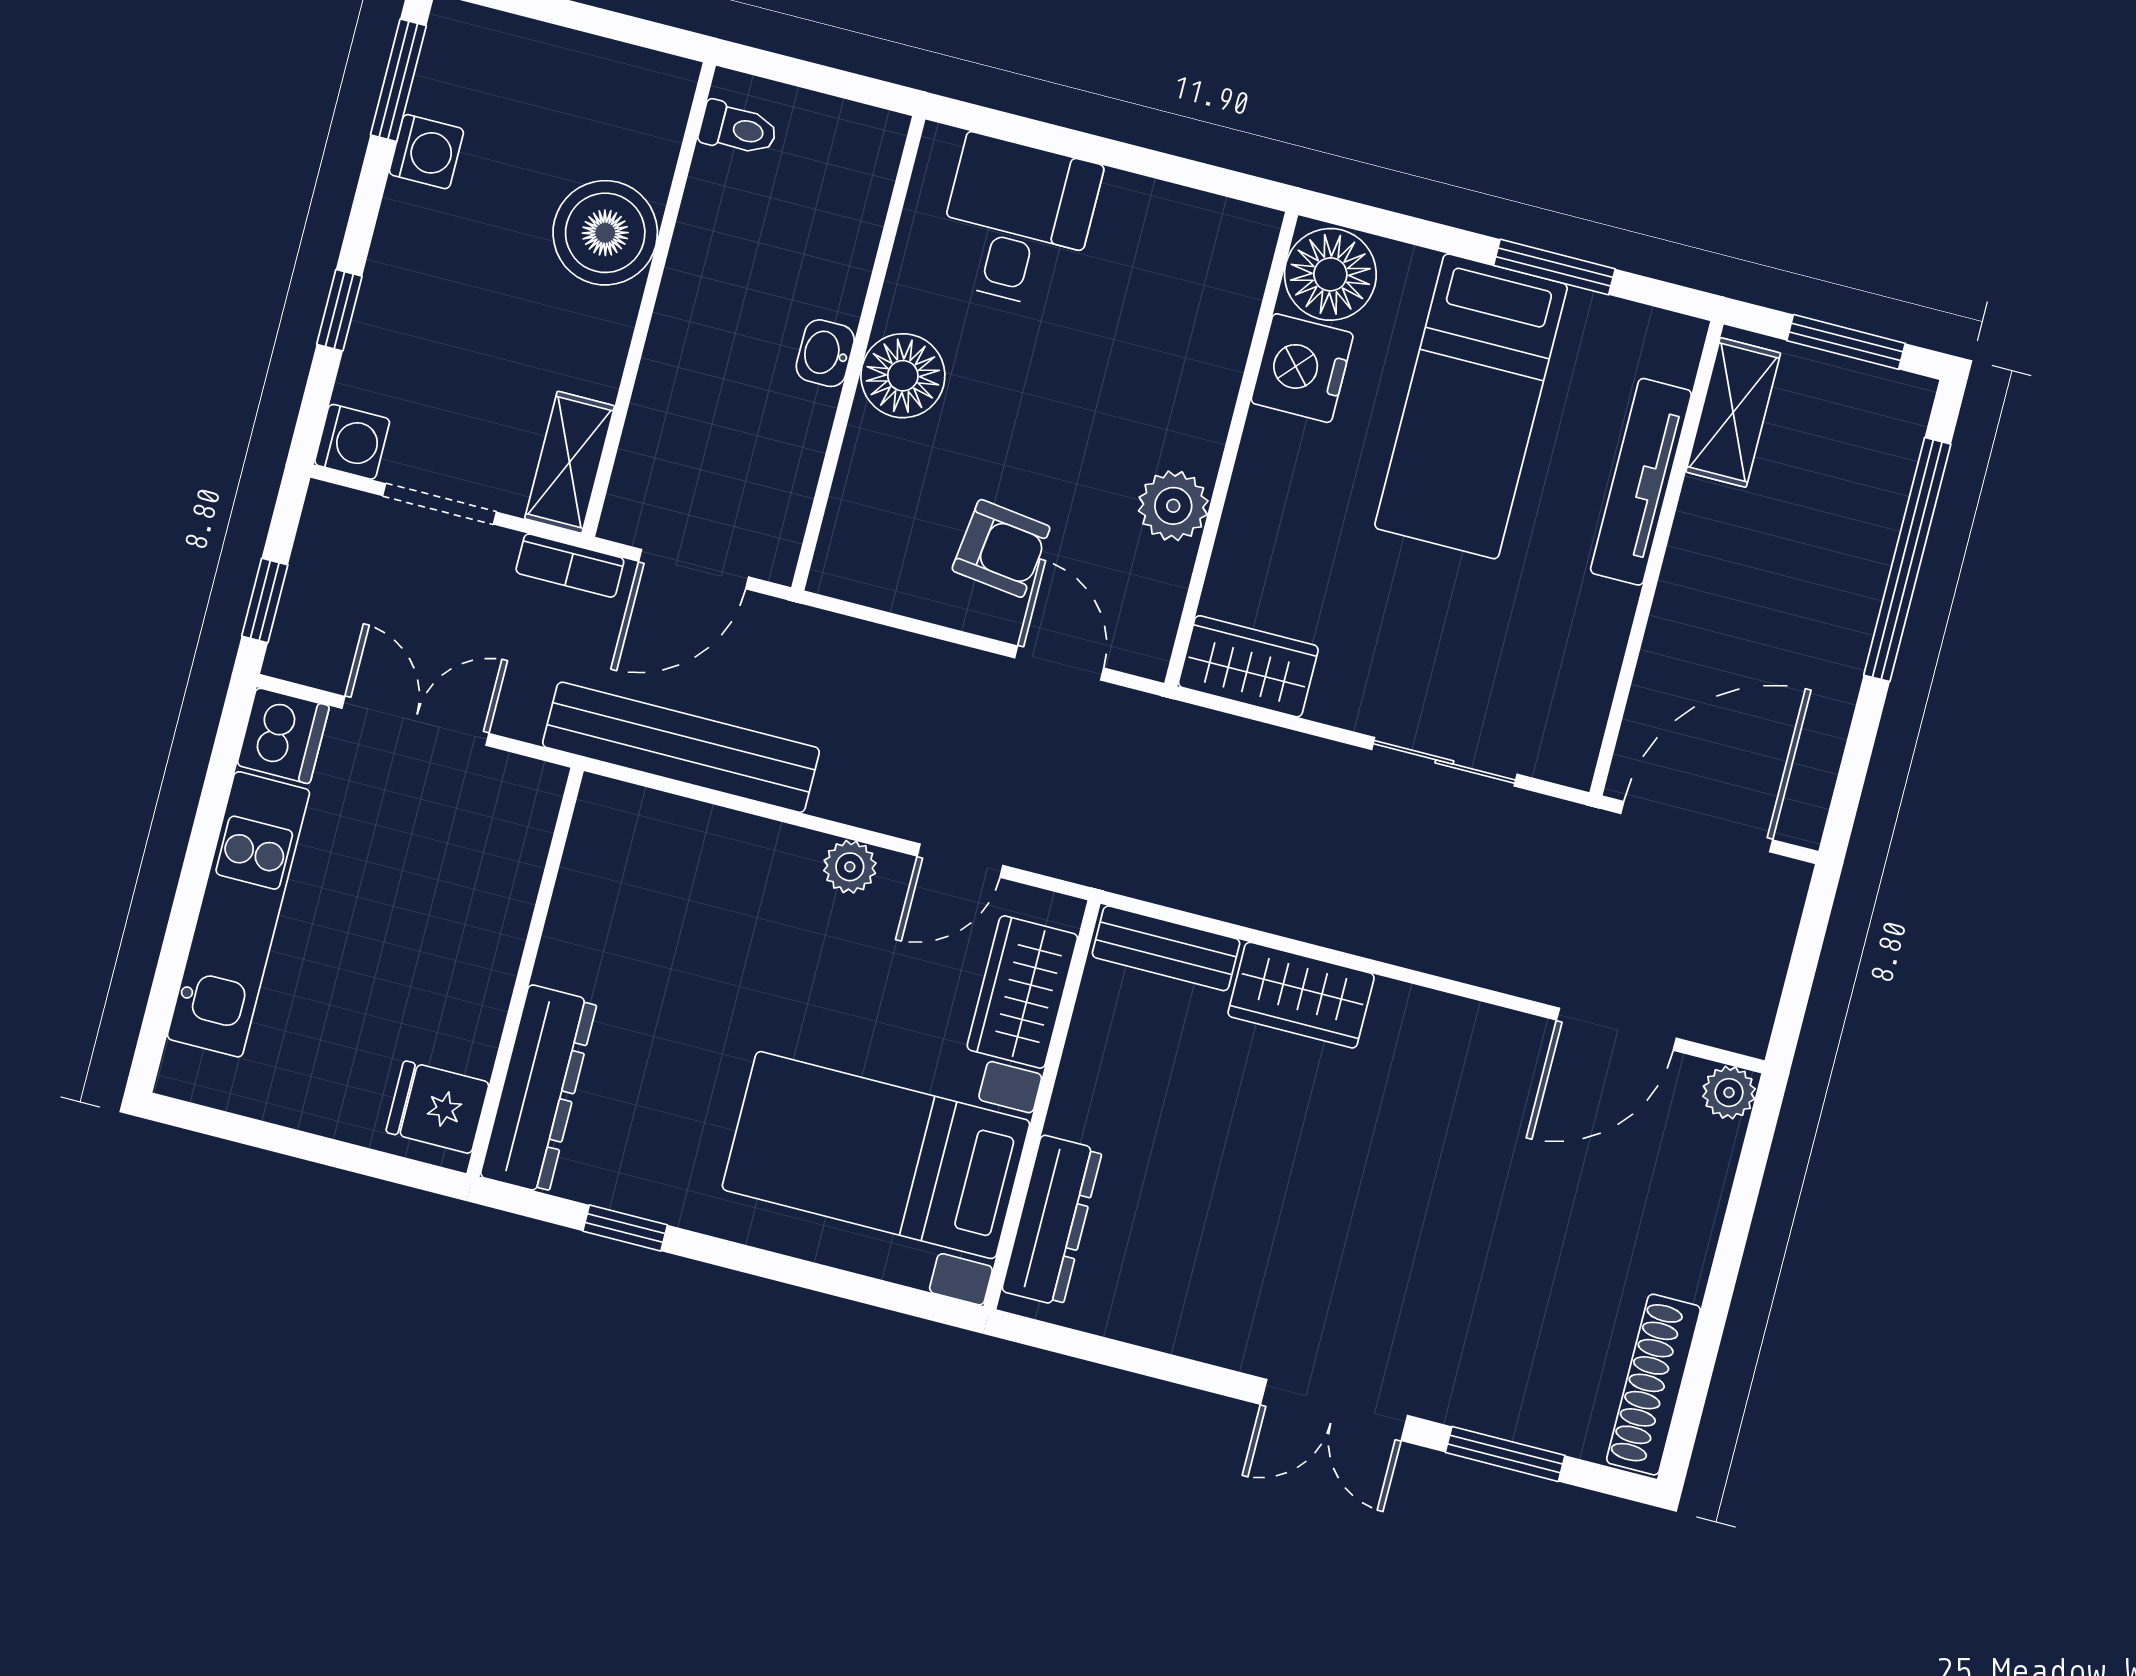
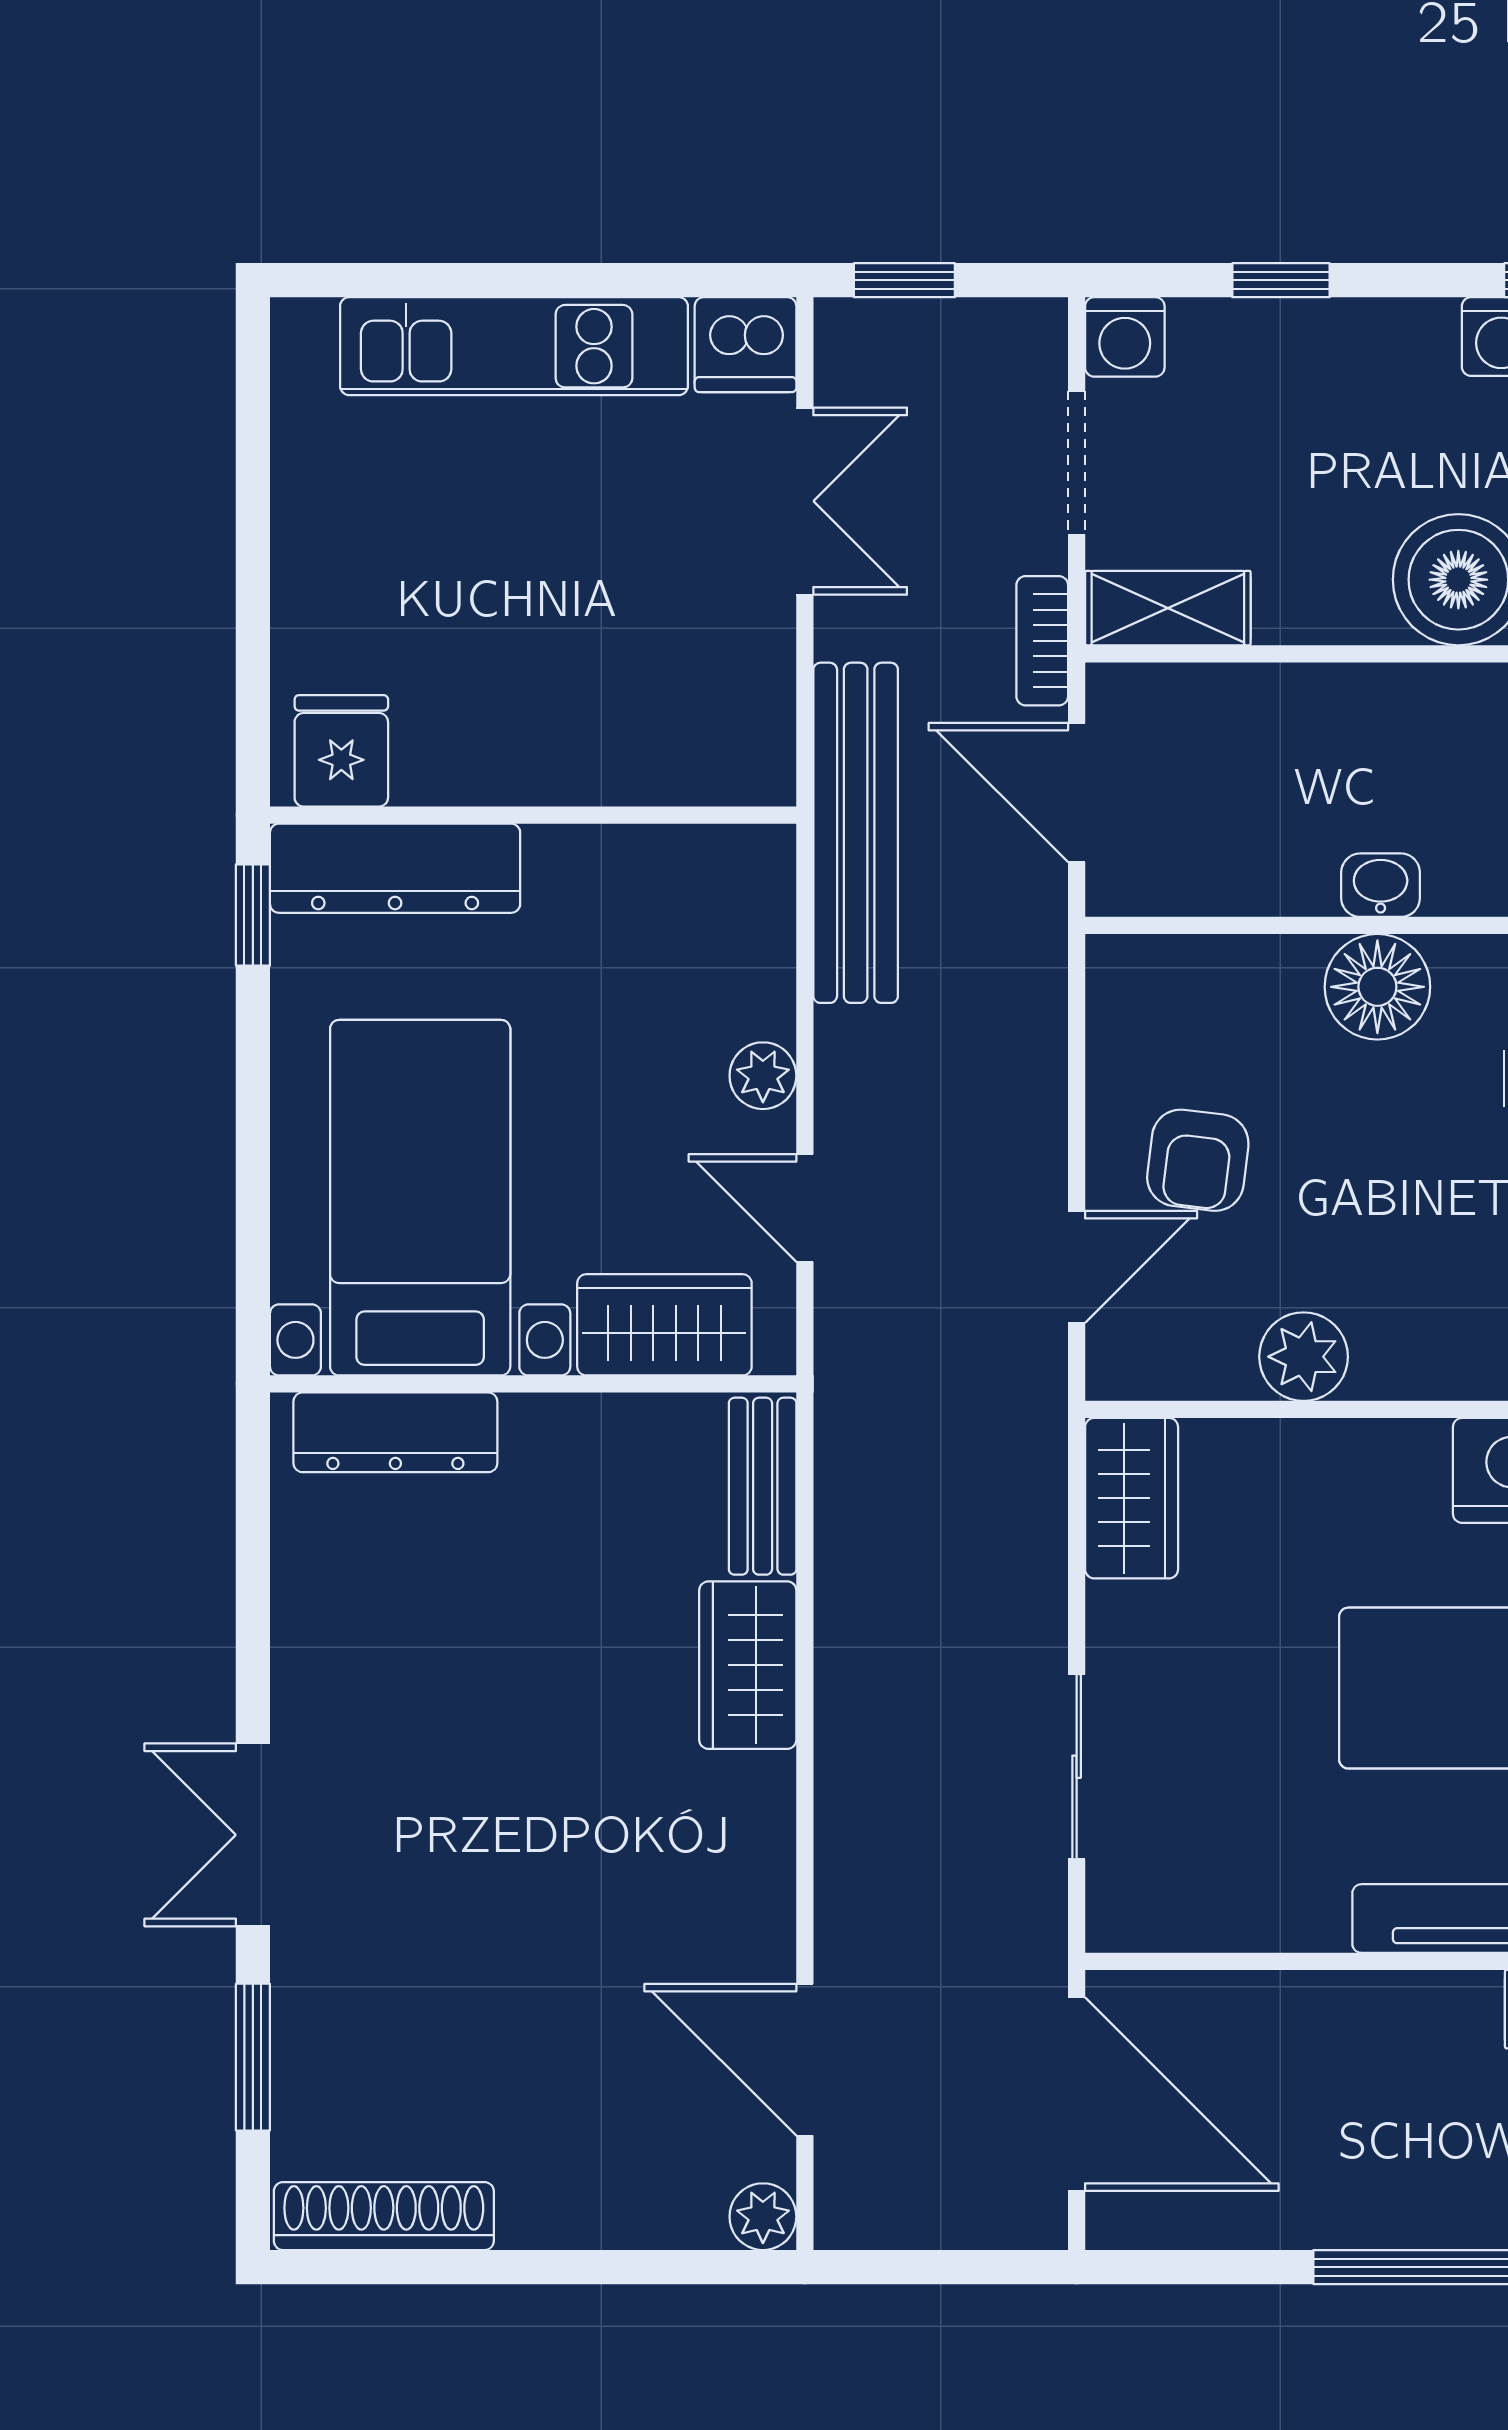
wall: (525, 972) -> (533, 815), moved
dresser: (539, 1089) -> (395, 868), moved
fridge: (438, 1107) -> (341, 751), moved

